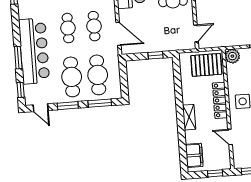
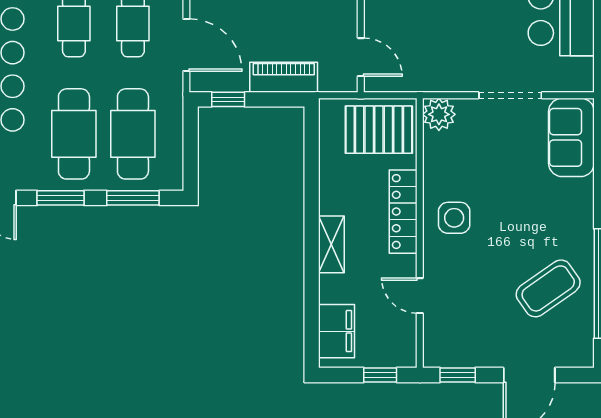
door: (196, 33) -> (361, 57), hinge flipped
piano: (163, 45) -> (284, 77), added
window: (155, 55) -> (228, 99), moved

